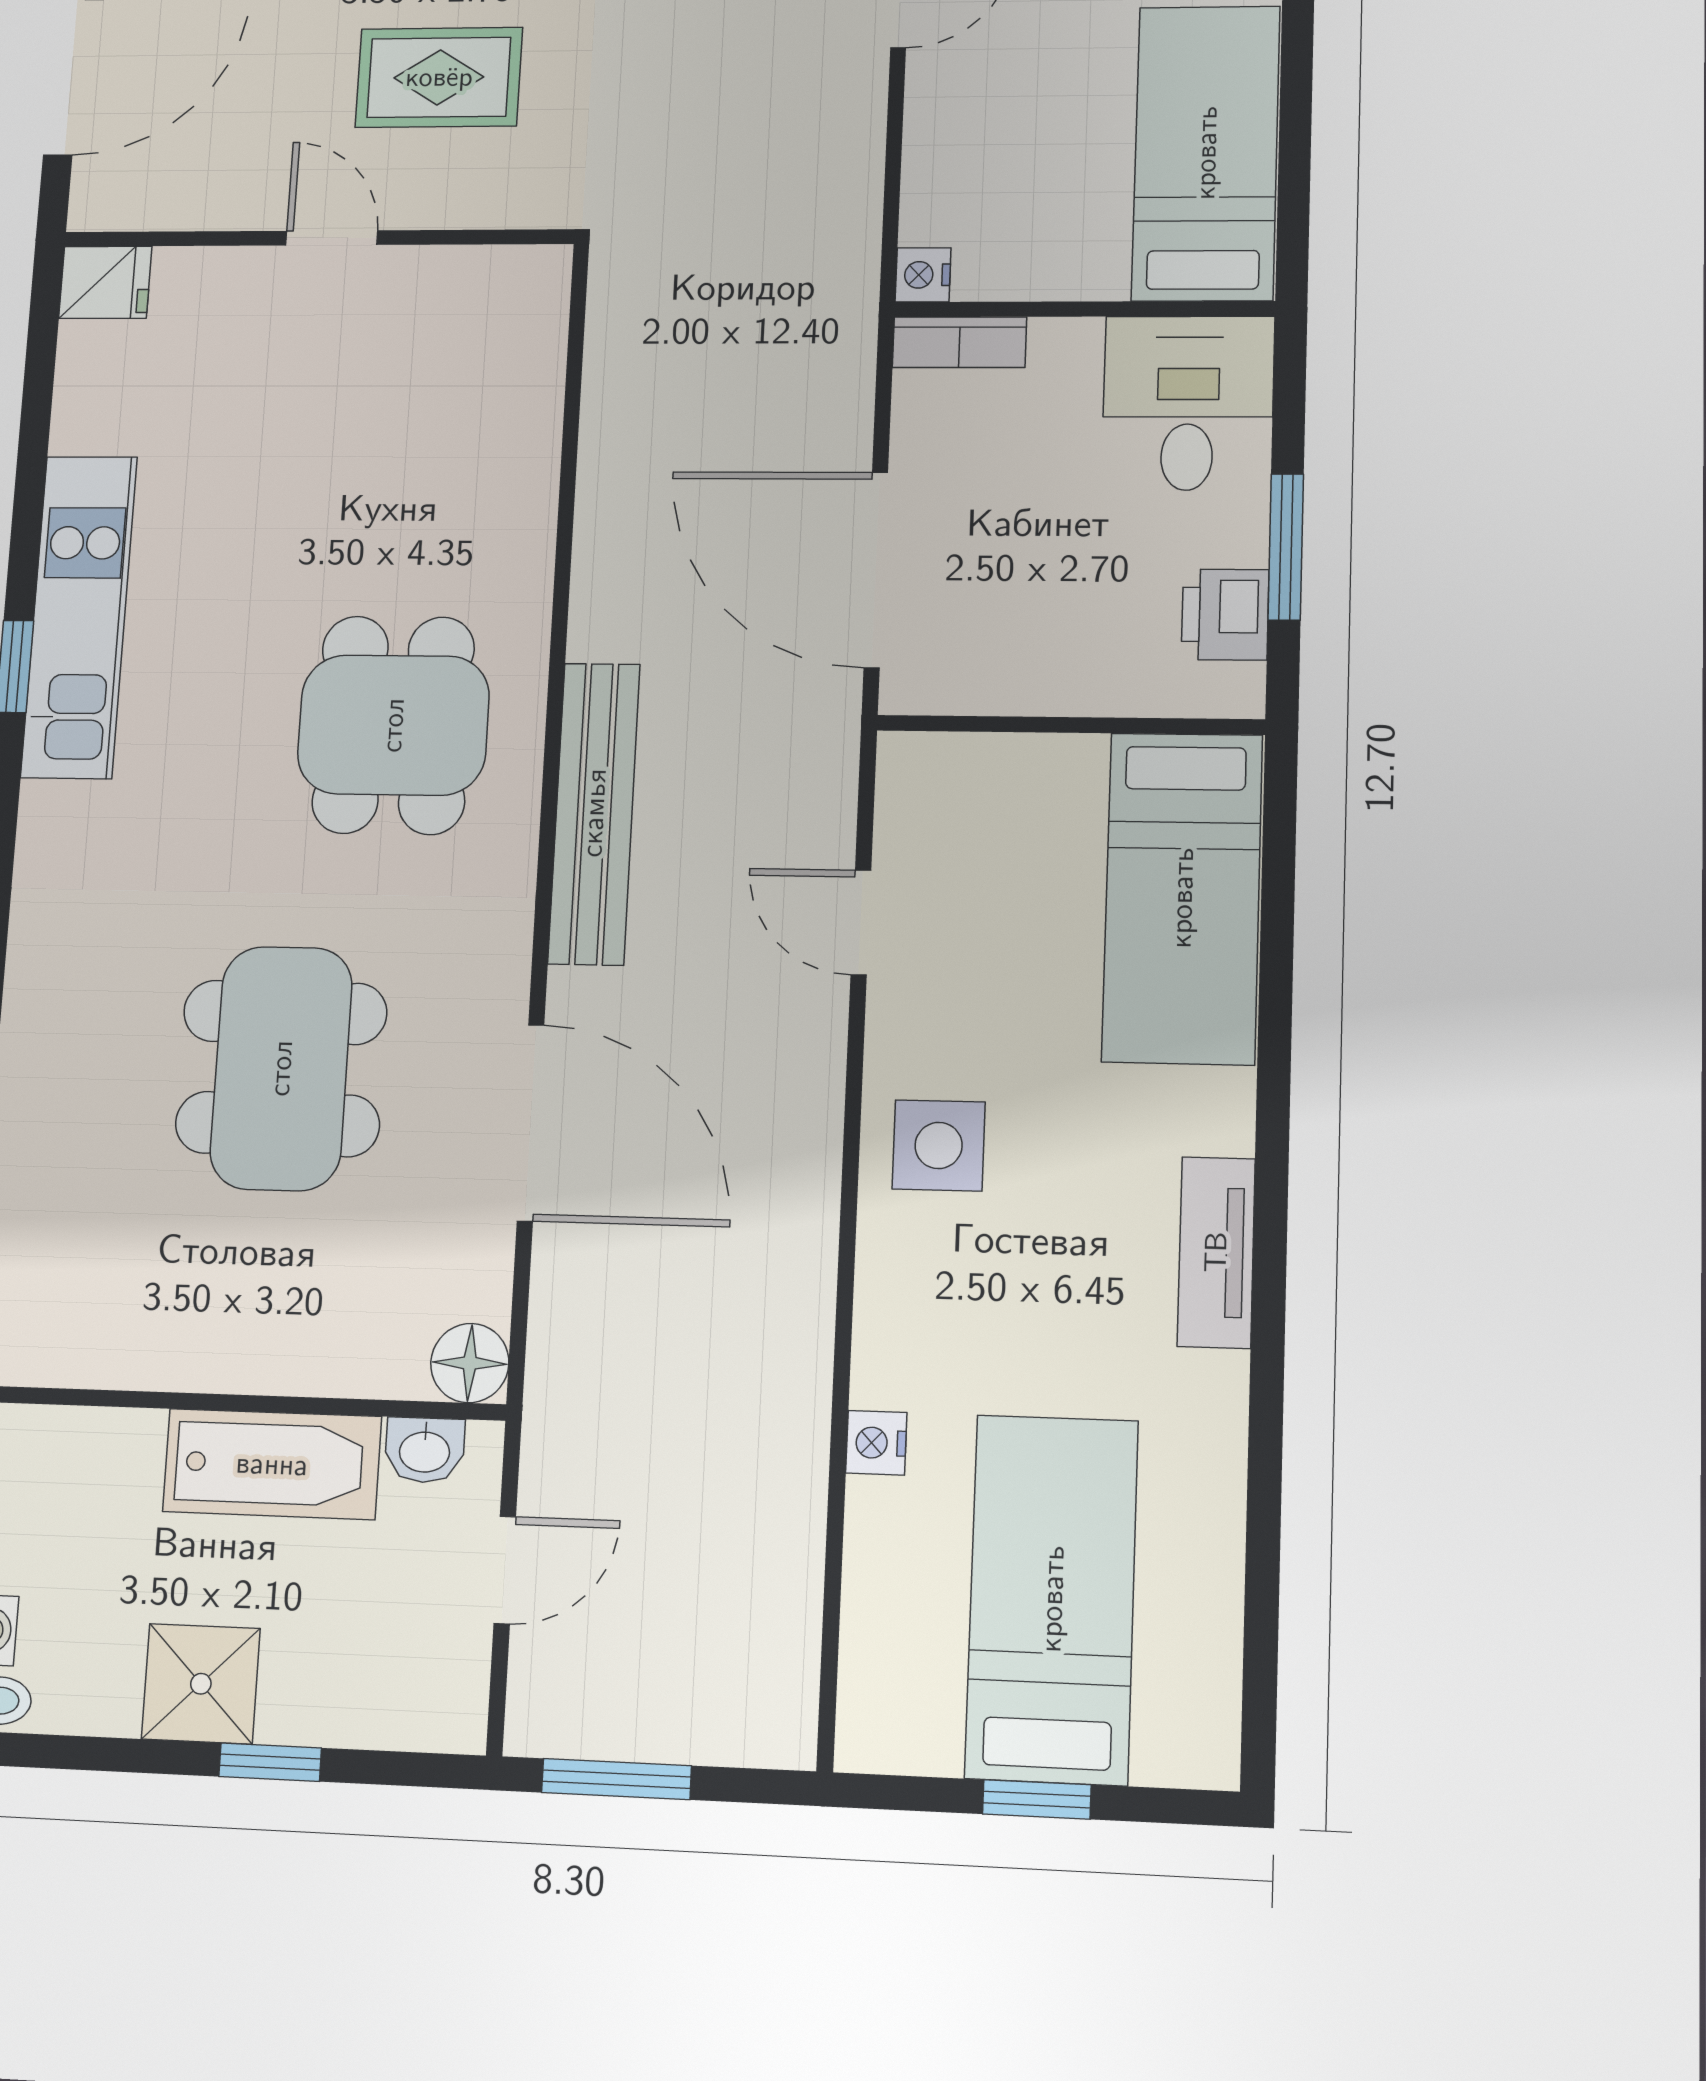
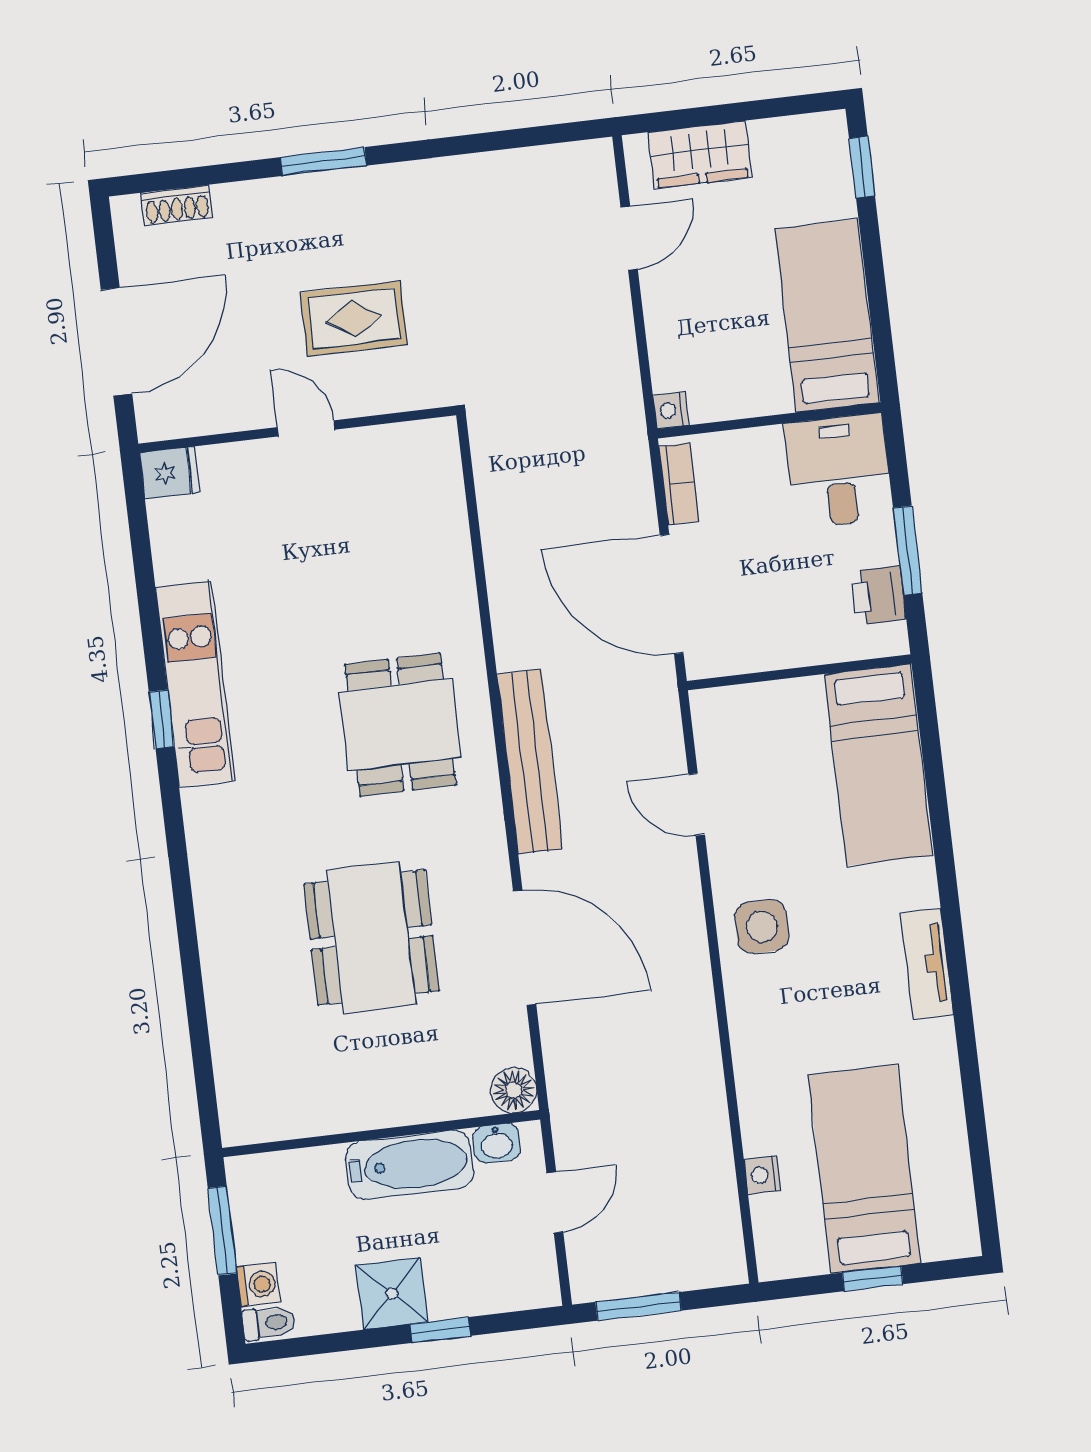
bookcase: (959, 342) -> (679, 484), moved, turned -90
nightstand: (876, 1443) -> (762, 1175), moved

